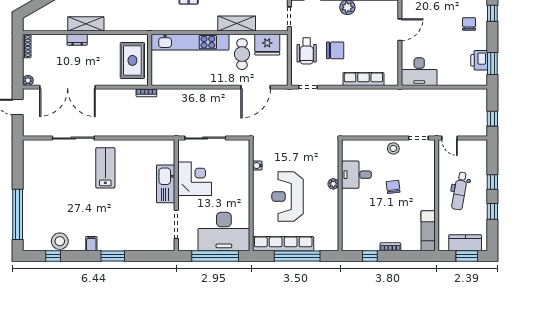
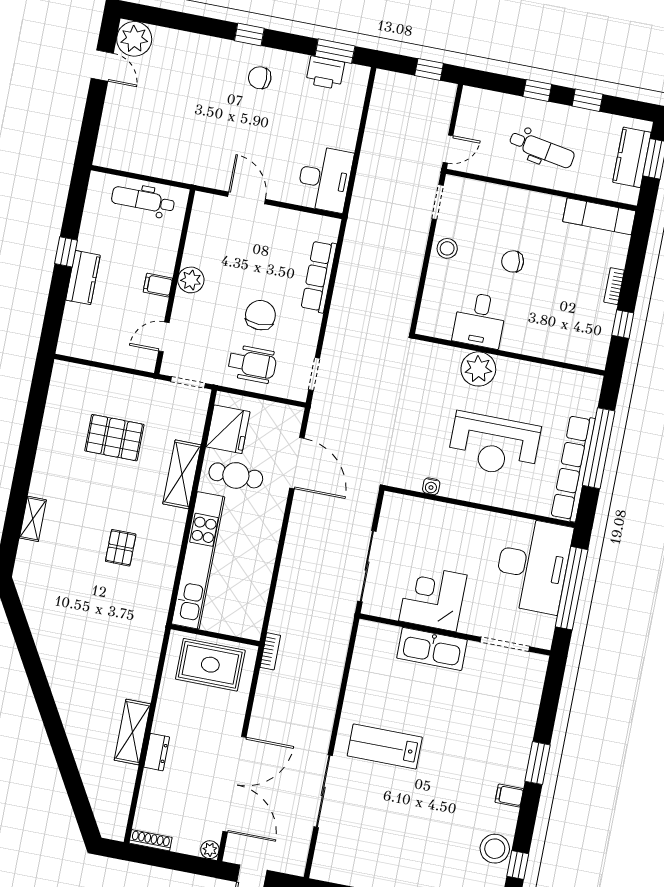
plant: (333, 184) -> (478, 369), width x1.87, depth x1.87

